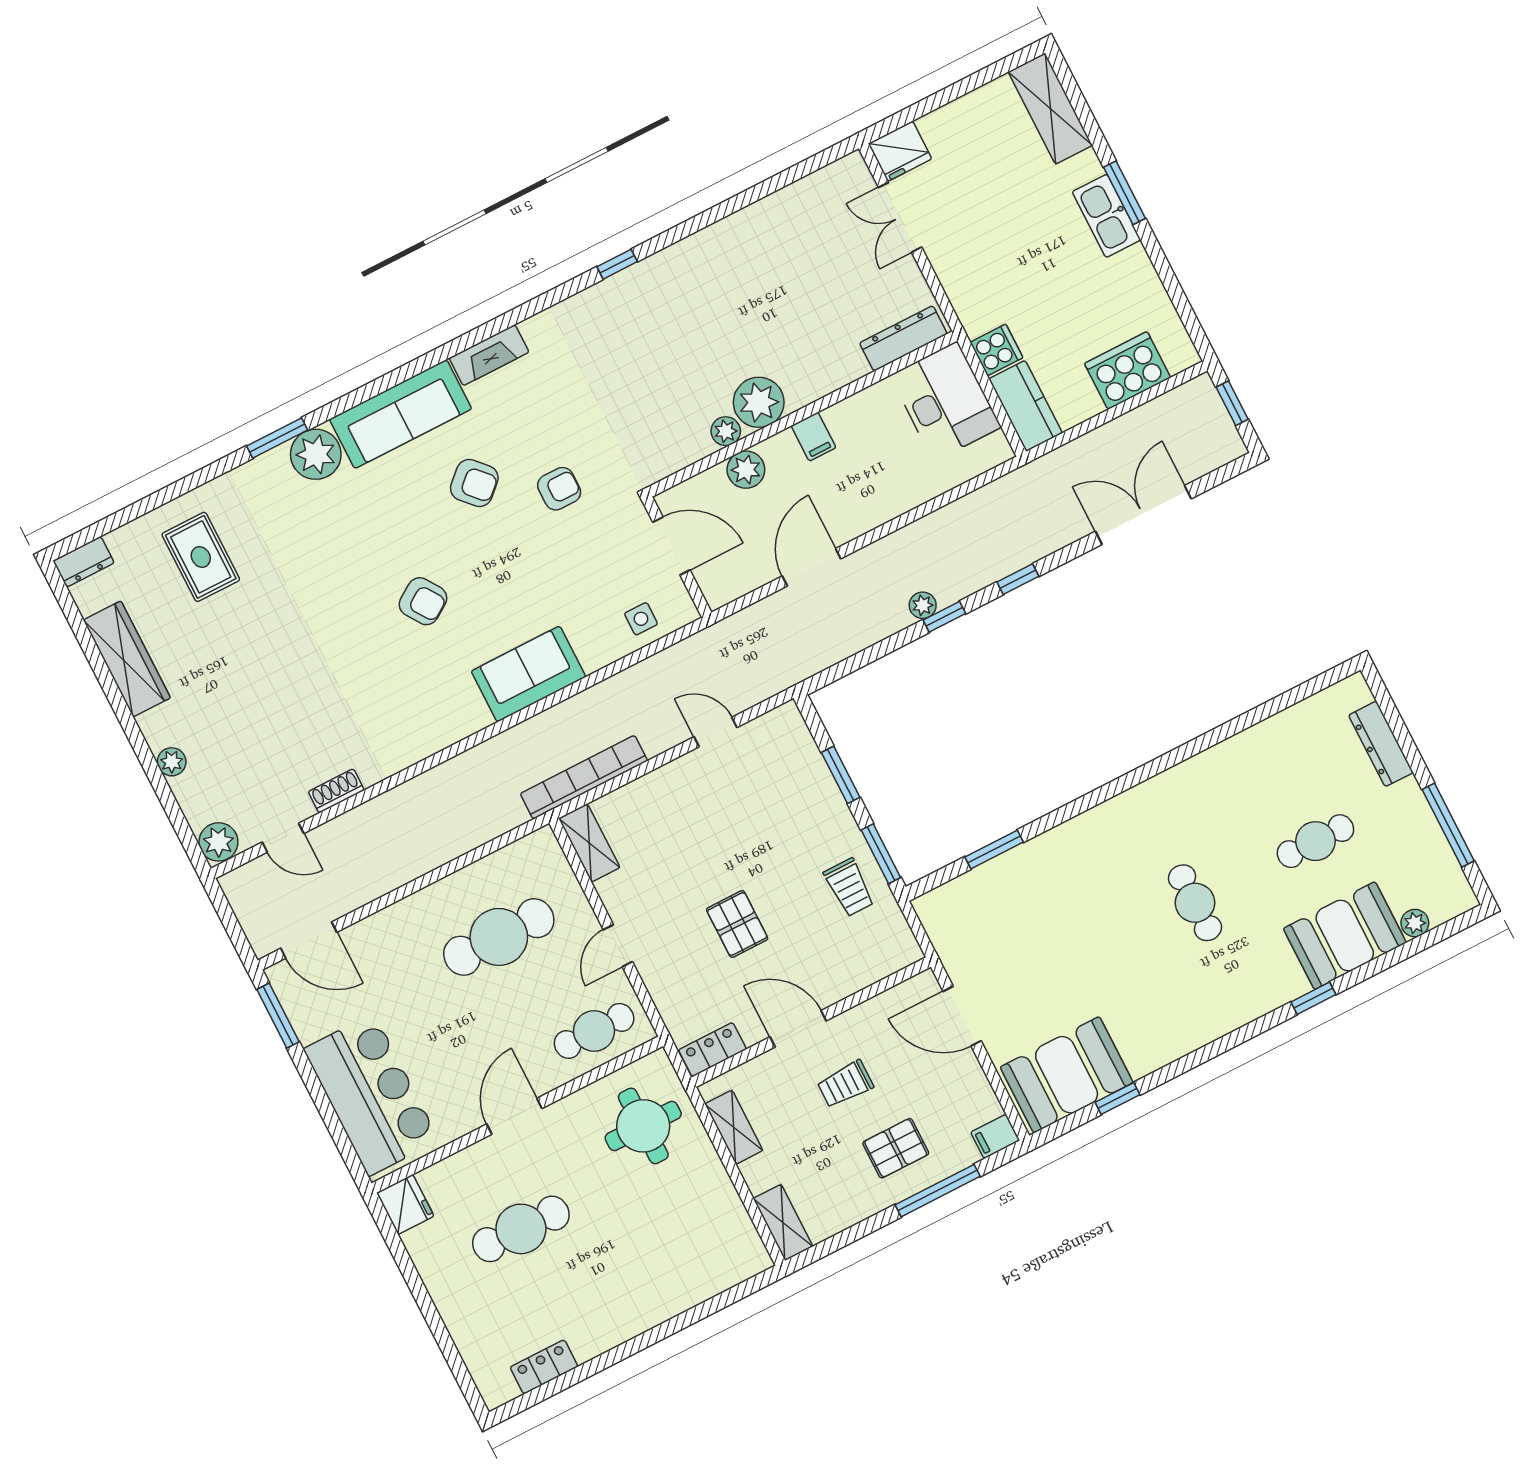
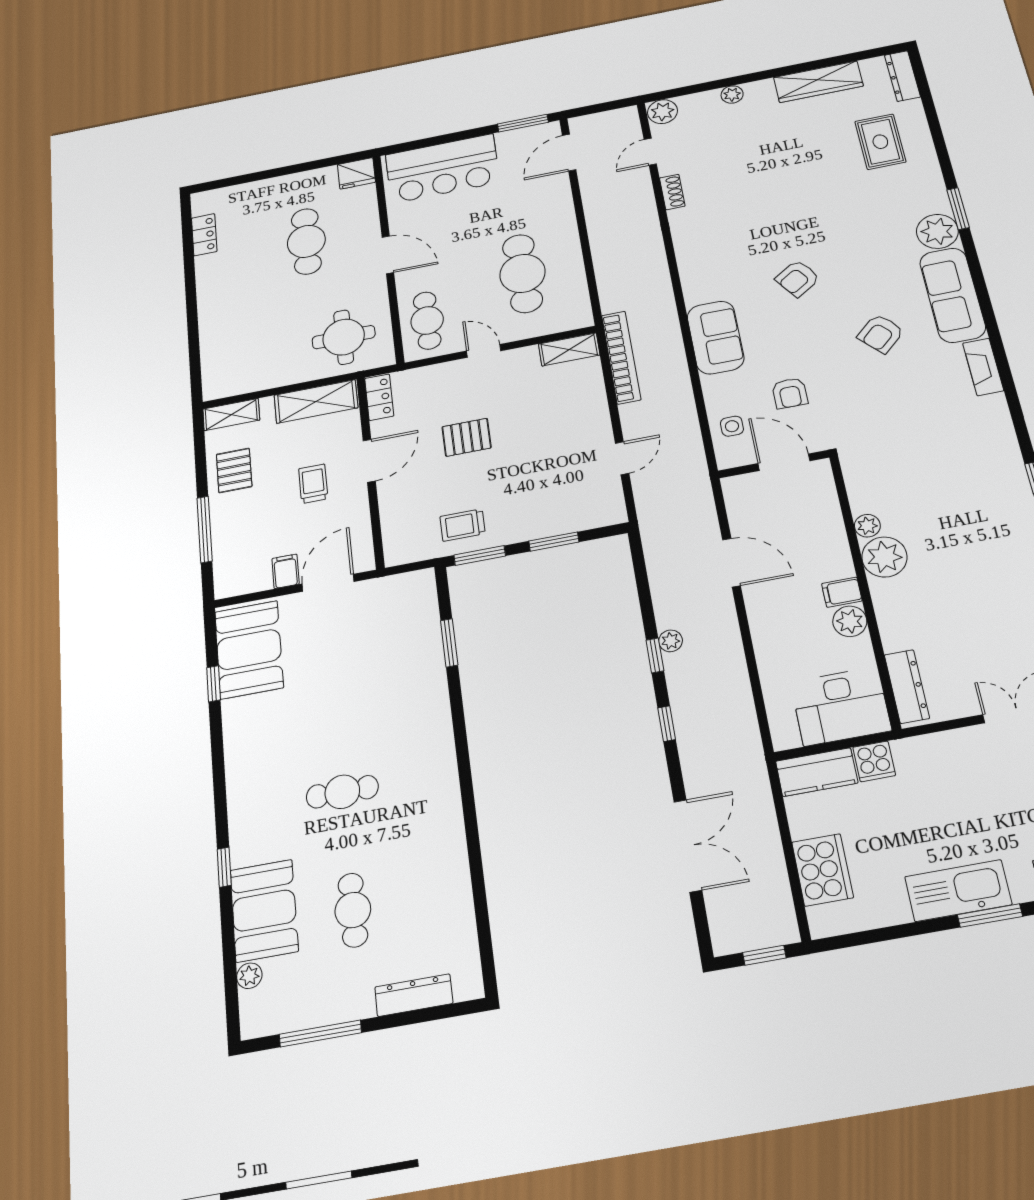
kitchen sink: (1106, 216) -> (958, 891), width x1.36, depth x1.24
plant: (746, 470) -> (850, 621), moved
armchair: (559, 489) -> (790, 393), moved
door: (671, 546) -> (784, 462), swing flipped
rug: (201, 557) -> (880, 142), turned 90
dresser: (84, 562) -> (902, 76), width x1.44
shelving: (734, 1127) -> (316, 401), width x1.50, depth x1.33
filing cabinet: (995, 1136) -> (286, 571), moved
pallet: (896, 1148) -> (234, 470), moved

